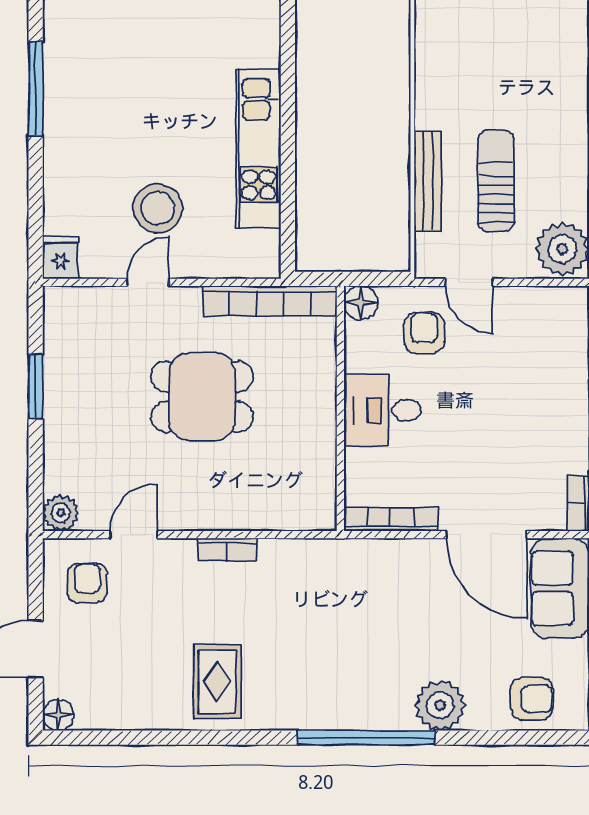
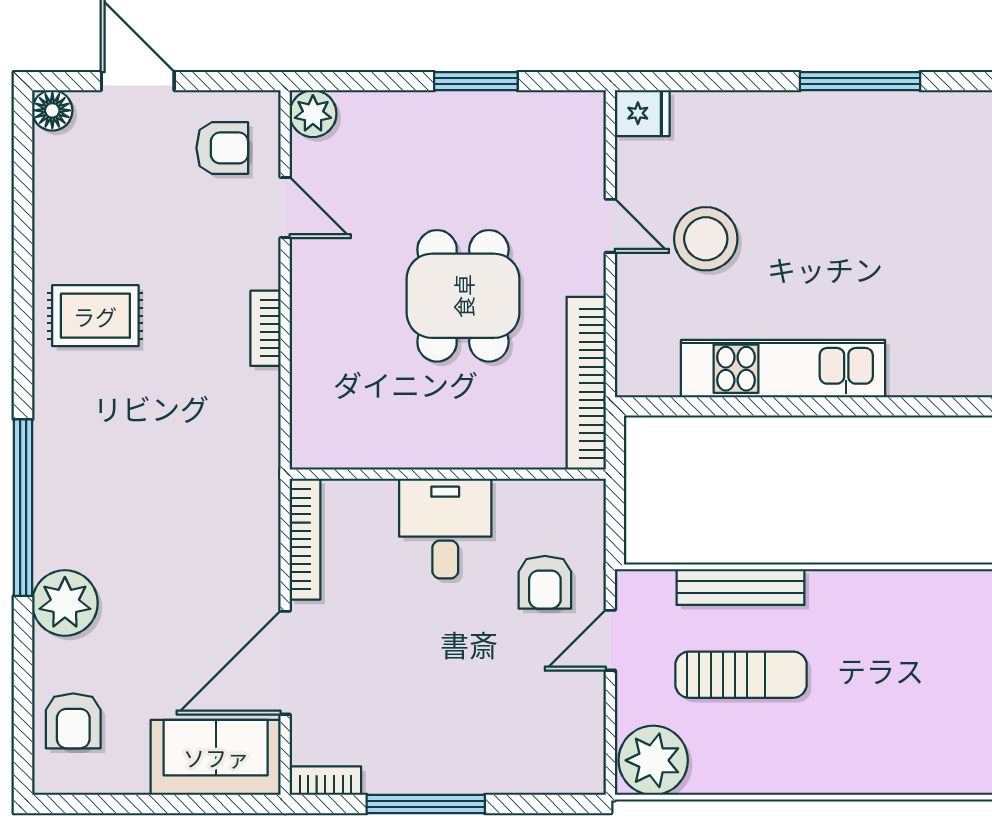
floor lamp: (361, 303) -> (584, 501), removed
armchair: (424, 333) -> (545, 582), turned 90

